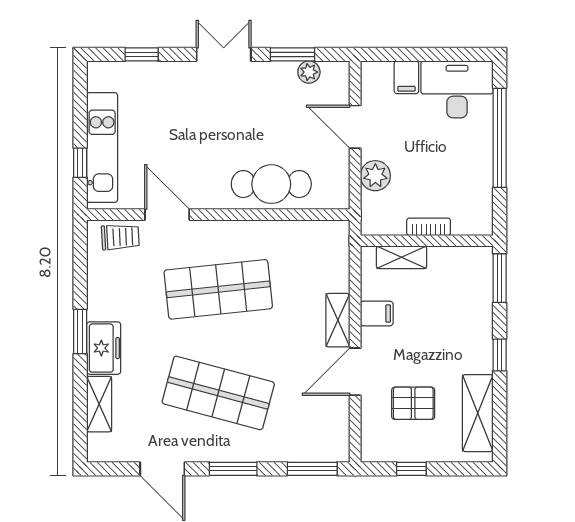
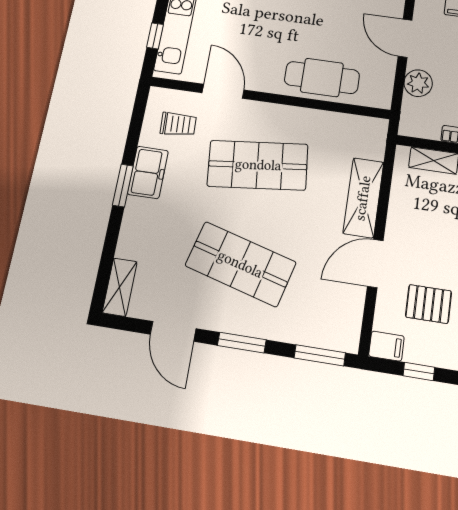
trolley: (120, 237) -> (178, 124), moved
filing cabinet: (377, 314) -> (386, 346), moved
shelving: (338, 320) -> (363, 198), width x1.50, depth x1.33
freezer: (104, 348) -> (148, 172), moved
shelving: (99, 404) -> (120, 287), moved

